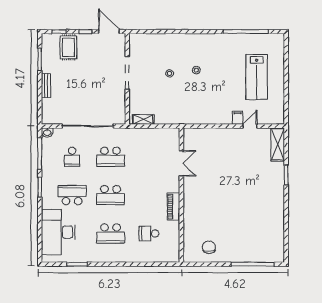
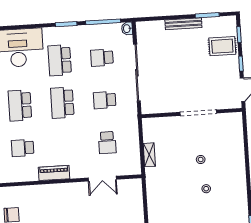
bench: (46, 86) -> (183, 24), width x1.36
shelving: (143, 119) -> (149, 155), moved
school desk: (111, 157) -> (105, 100), width x0.54
school desk: (149, 157) -> (107, 143), added
school desk: (72, 195) -> (60, 60), turned 180
school desk: (149, 233) -> (23, 148), turned -90

